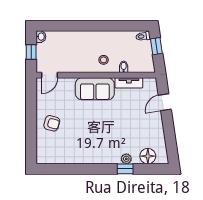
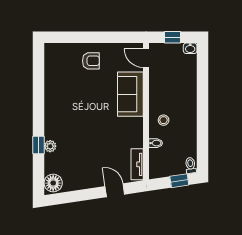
tv unit: (129, 83) -> (137, 164), moved
sofa: (95, 89) -> (130, 94), moved
armchair: (52, 123) -> (91, 61), turned -105
floor lamp: (148, 156) -> (53, 183), moved

